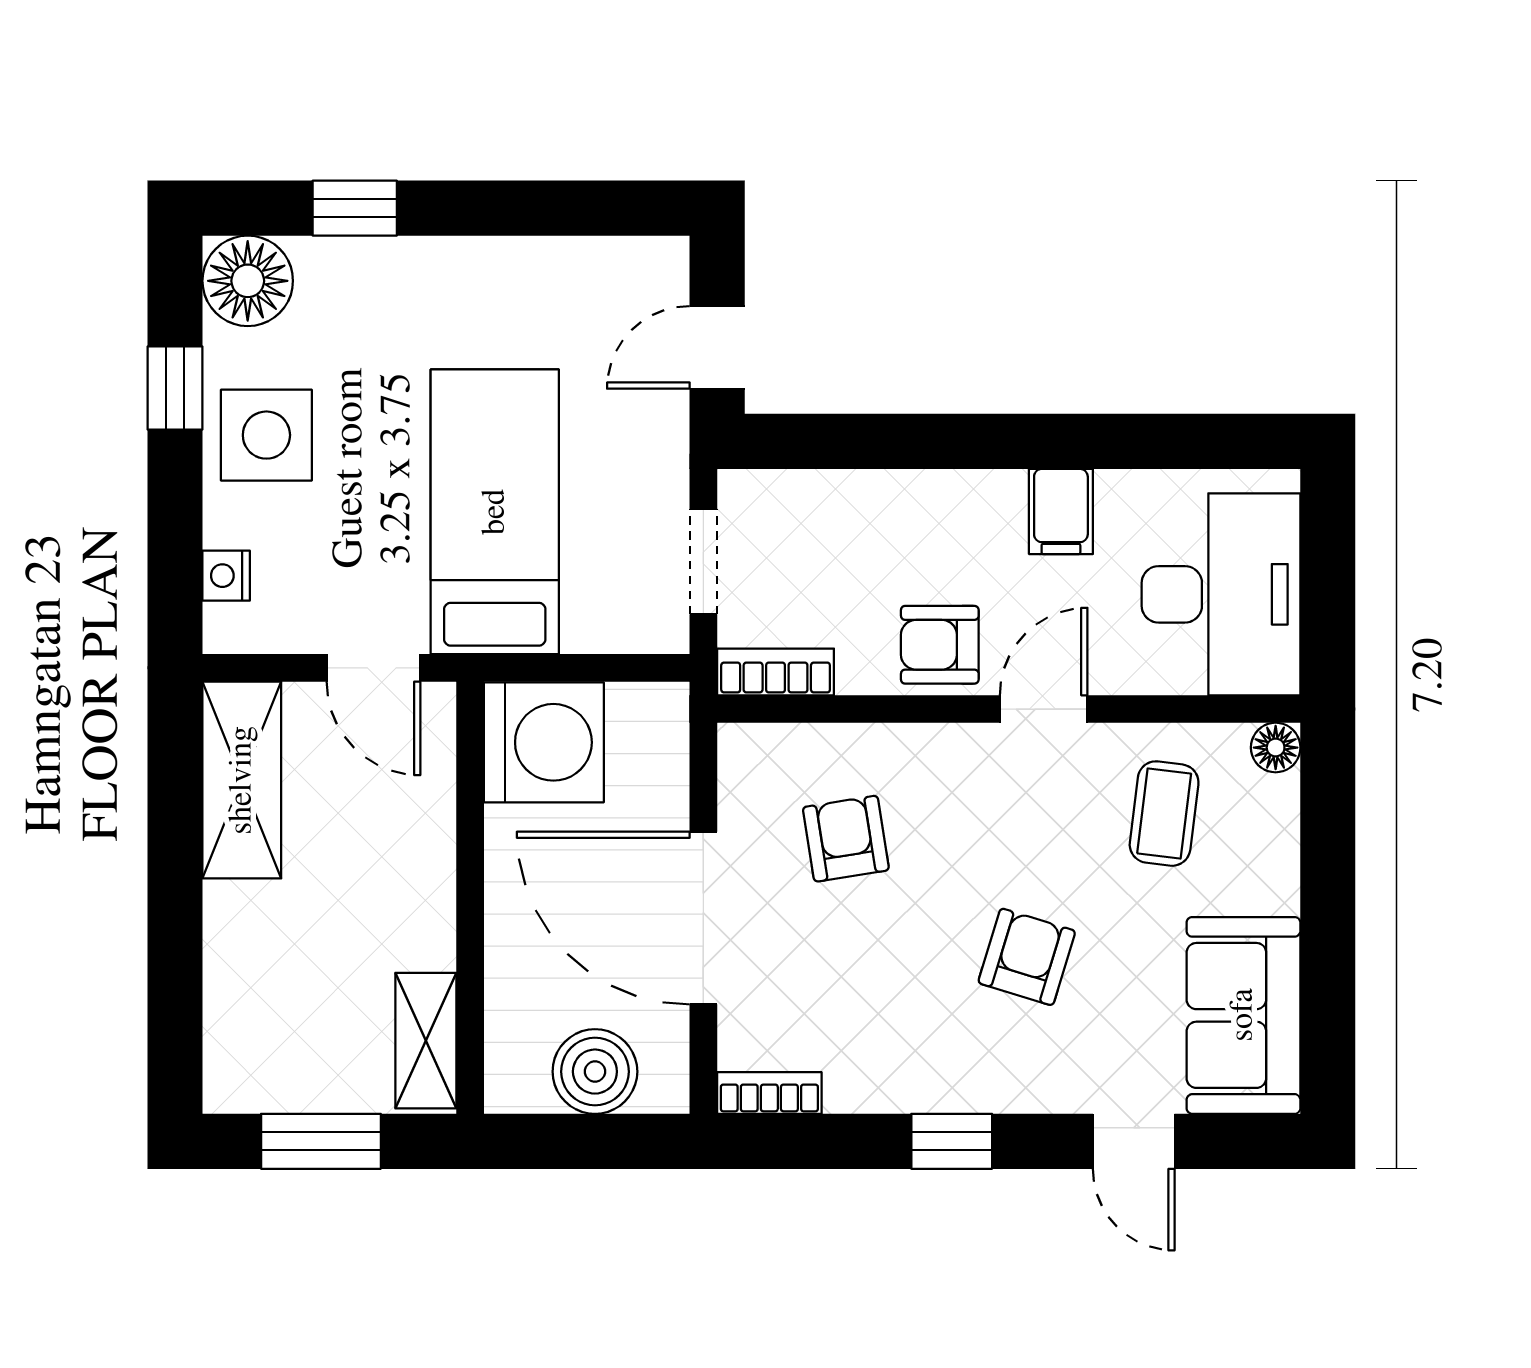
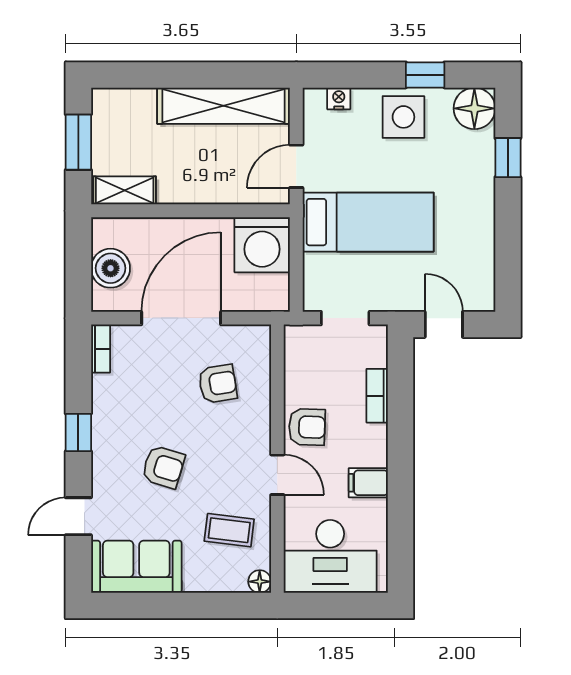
armchair: (940, 645) -> (307, 427), turned 92
bookcase: (776, 672) -> (377, 396), moved, turned 180
shelving: (242, 780) -> (224, 106), width x1.47

